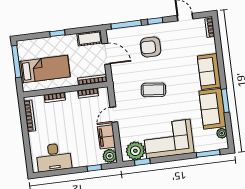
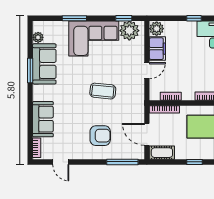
window: (155, 21) -> (92, 162), removed
sofa: (209, 71) -> (43, 119), moved
window: (208, 154) -> (74, 18), moved
window: (94, 168) -> (194, 18), moved

